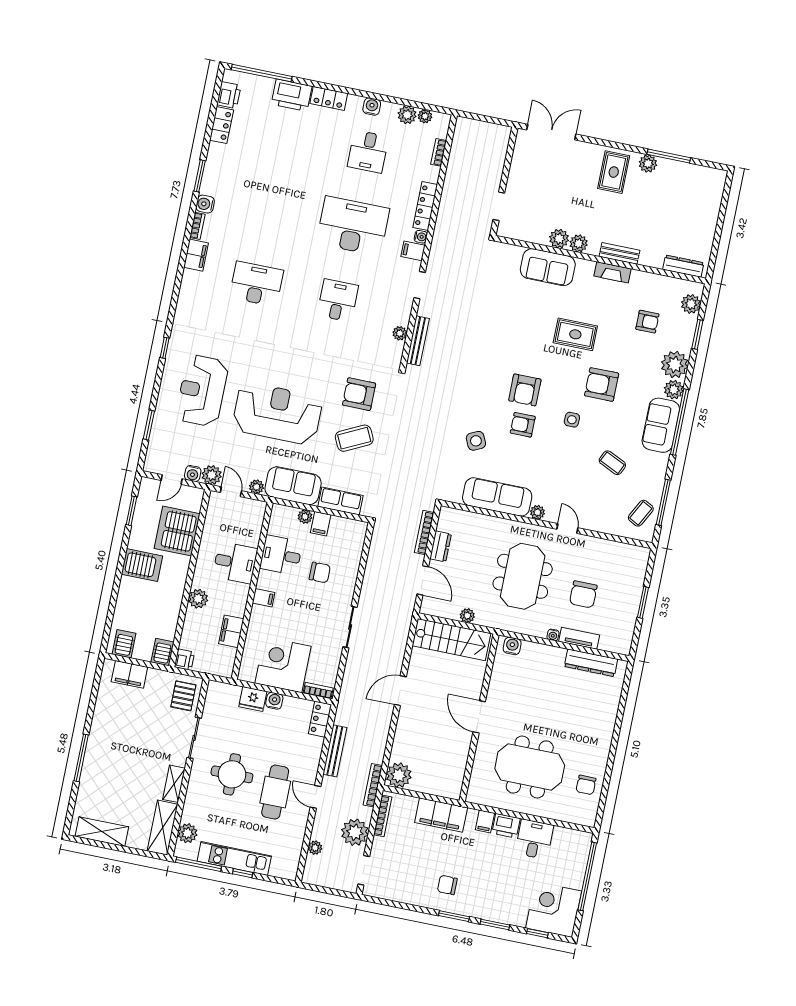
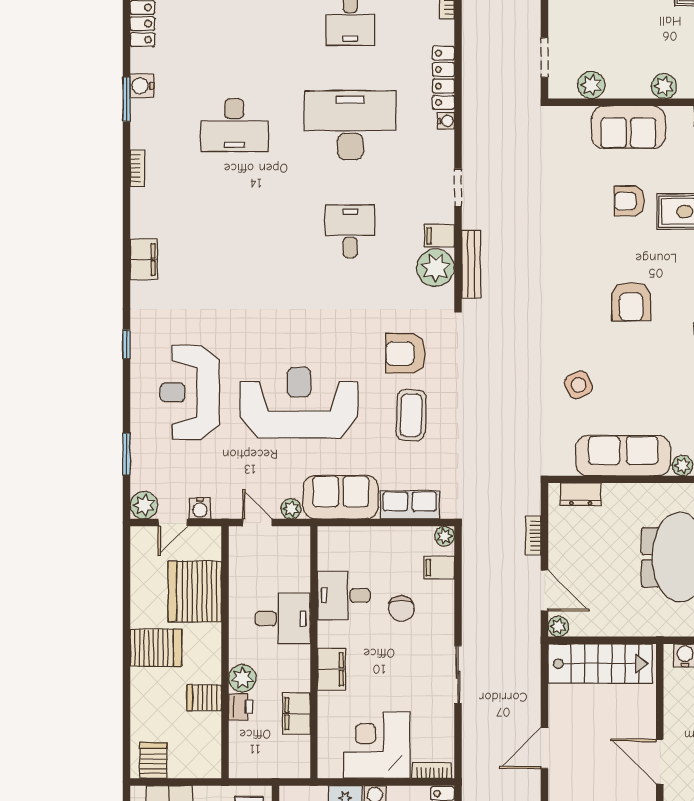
water cooler: (205, 204) -> (142, 86), moved
plant: (559, 239) -> (591, 85), moved
filing cabinet: (413, 251) -> (439, 236), moved
filing cabinet: (196, 255) -> (144, 259), moved
desk: (256, 284) -> (234, 125), moved, turned 180
plant: (400, 333) -> (436, 268), width x1.88, depth x1.88
armchair: (523, 425) -> (629, 201), moved
coffee table: (354, 438) -> (411, 415), turned -62
plant: (212, 475) -> (144, 505), moved
window: (131, 511) -> (127, 576), removed
plant: (305, 517) -> (444, 536), moved
filing cabinet: (321, 524) -> (439, 568), moved, turned 90
bookcase: (424, 532) -> (533, 536), width x0.64
dresser: (441, 546) -> (581, 494), moved, turned 90
chair: (320, 572) -> (401, 608), turned 90
filing cabinet: (264, 598) -> (332, 669), width x2.00
plant: (467, 616) -> (558, 626), moved
server rack: (163, 652) -> (204, 698), moved, turned -90
printer: (185, 660) -> (241, 707), moved

